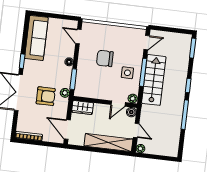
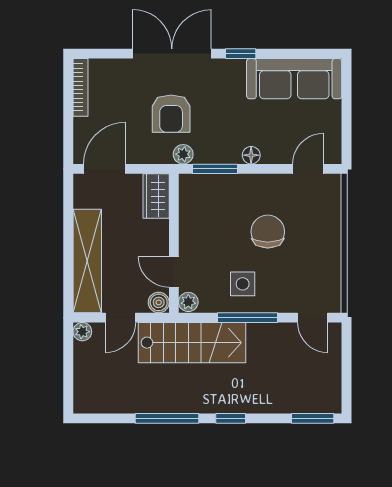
stairs: (154, 80) -> (192, 343), moved

